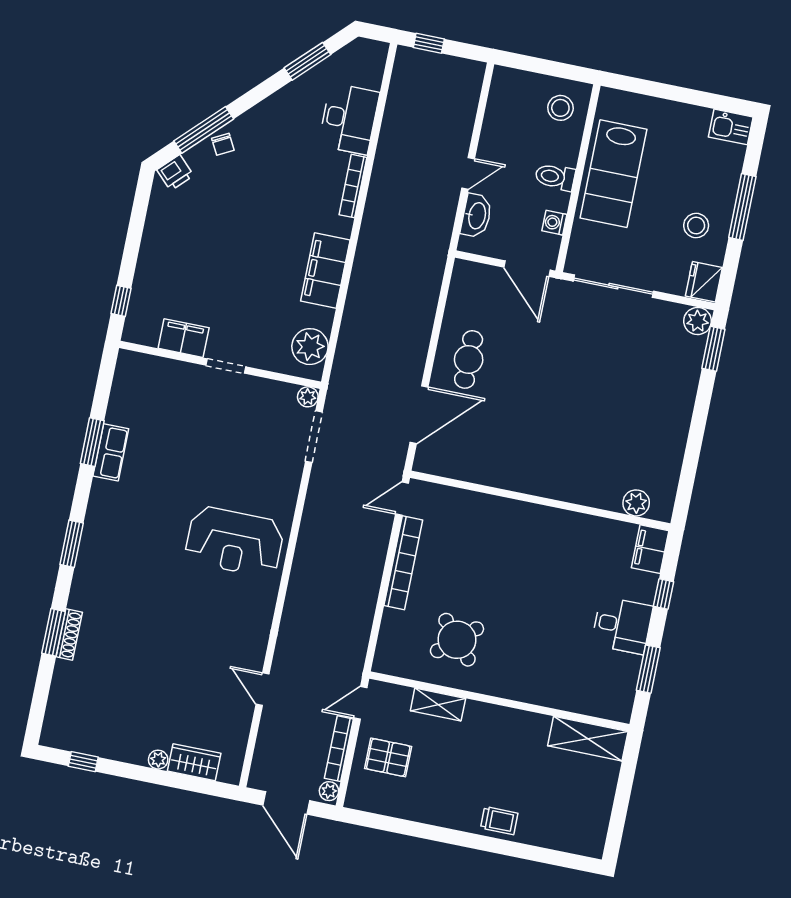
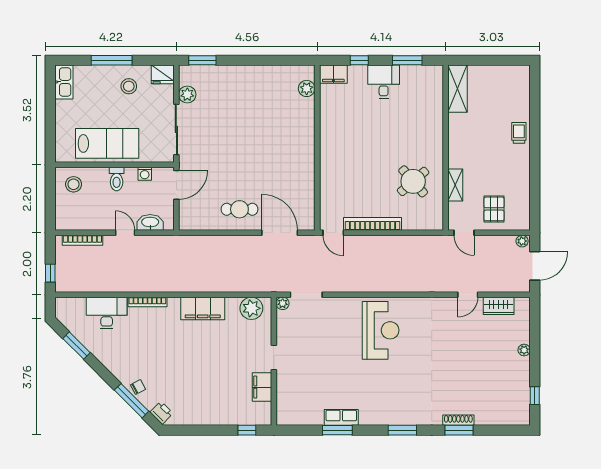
kitchen sink: (731, 127) -> (64, 82), width x1.38
plant: (698, 321) -> (187, 95), moved
bookcase: (339, 749) -> (82, 240), moved
wardrobe: (194, 762) -> (499, 306), moved, turned -90

